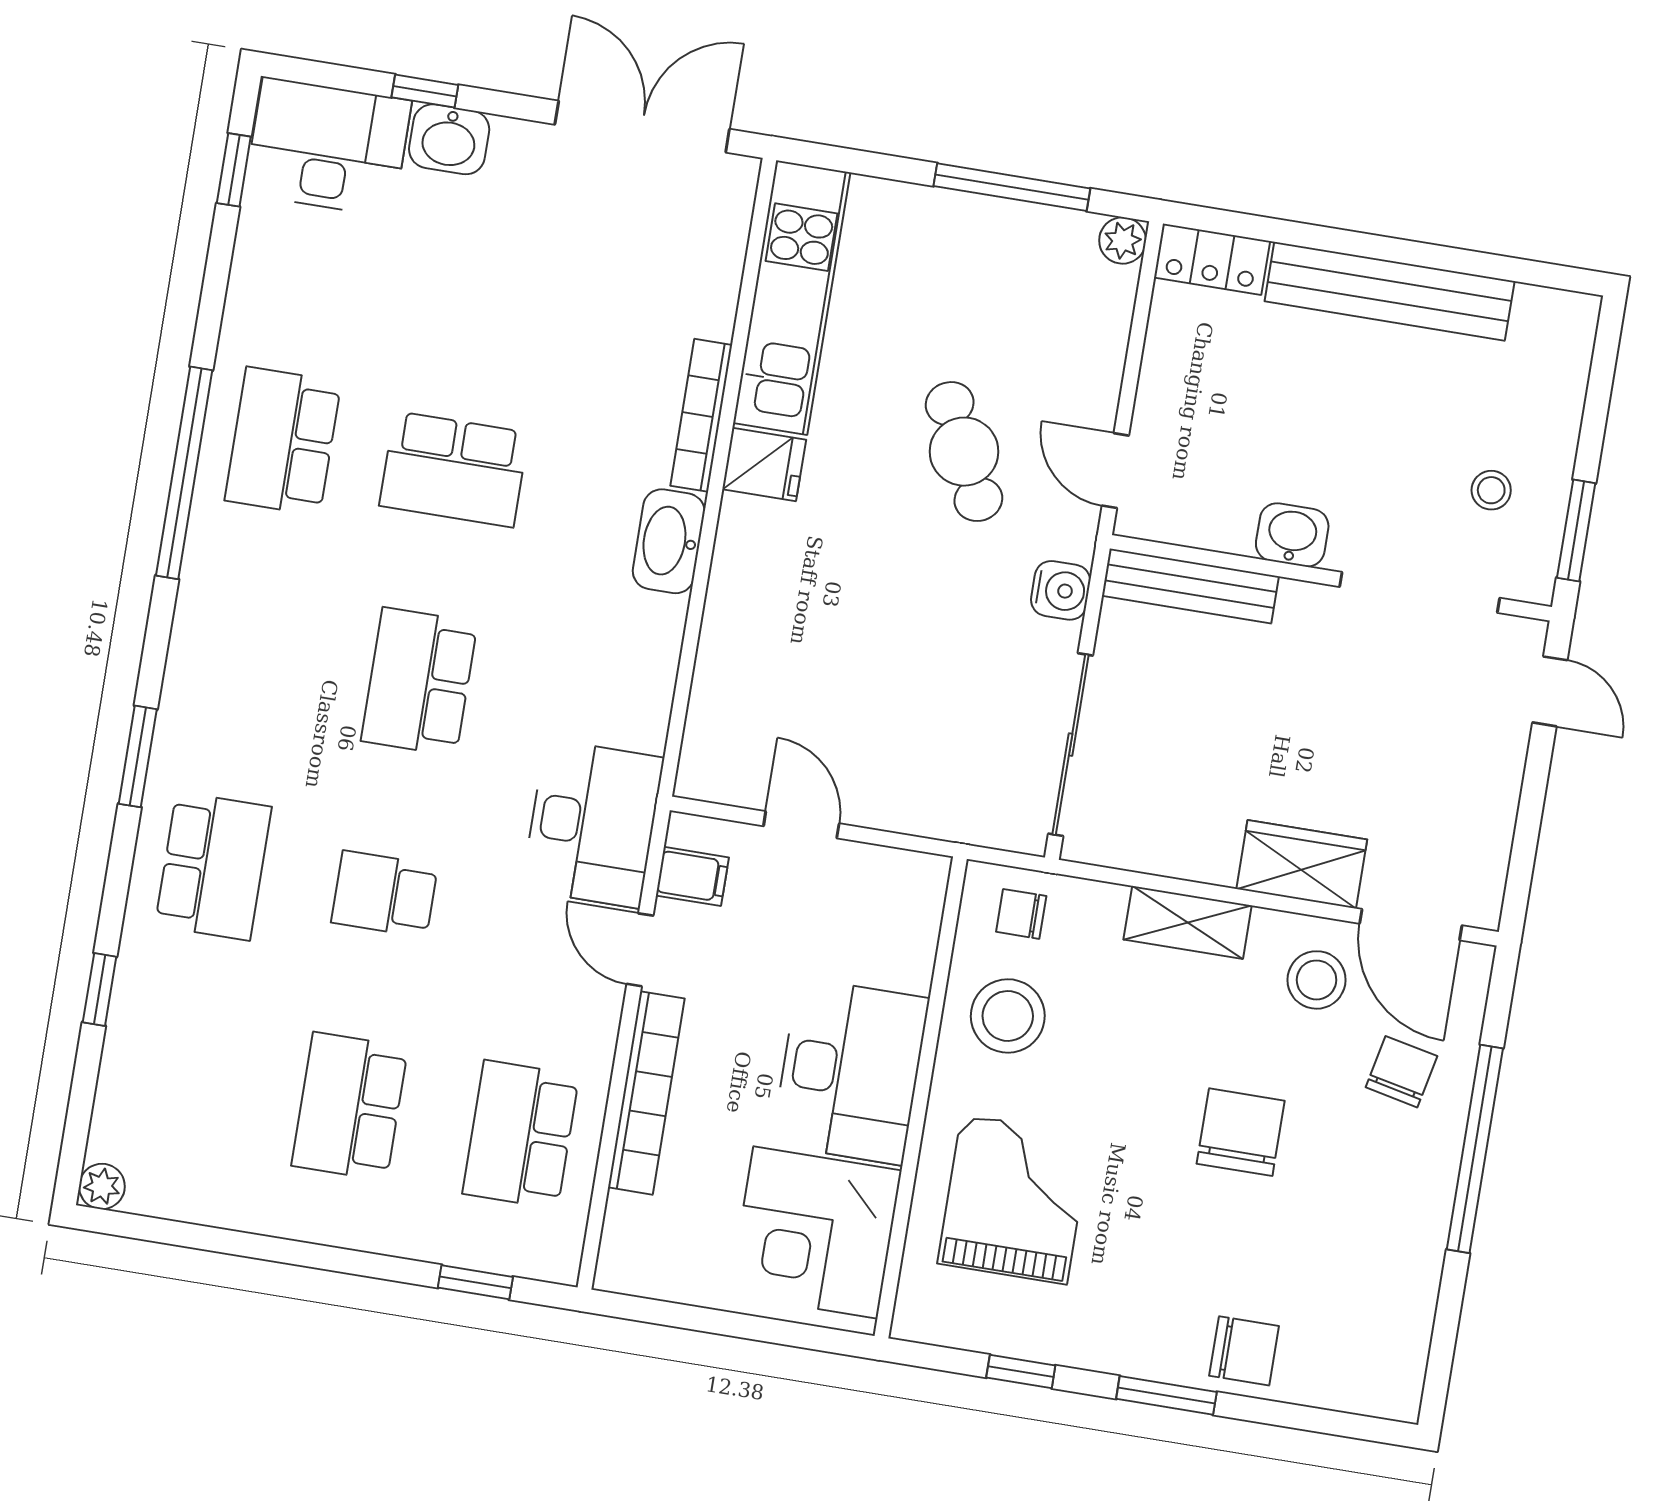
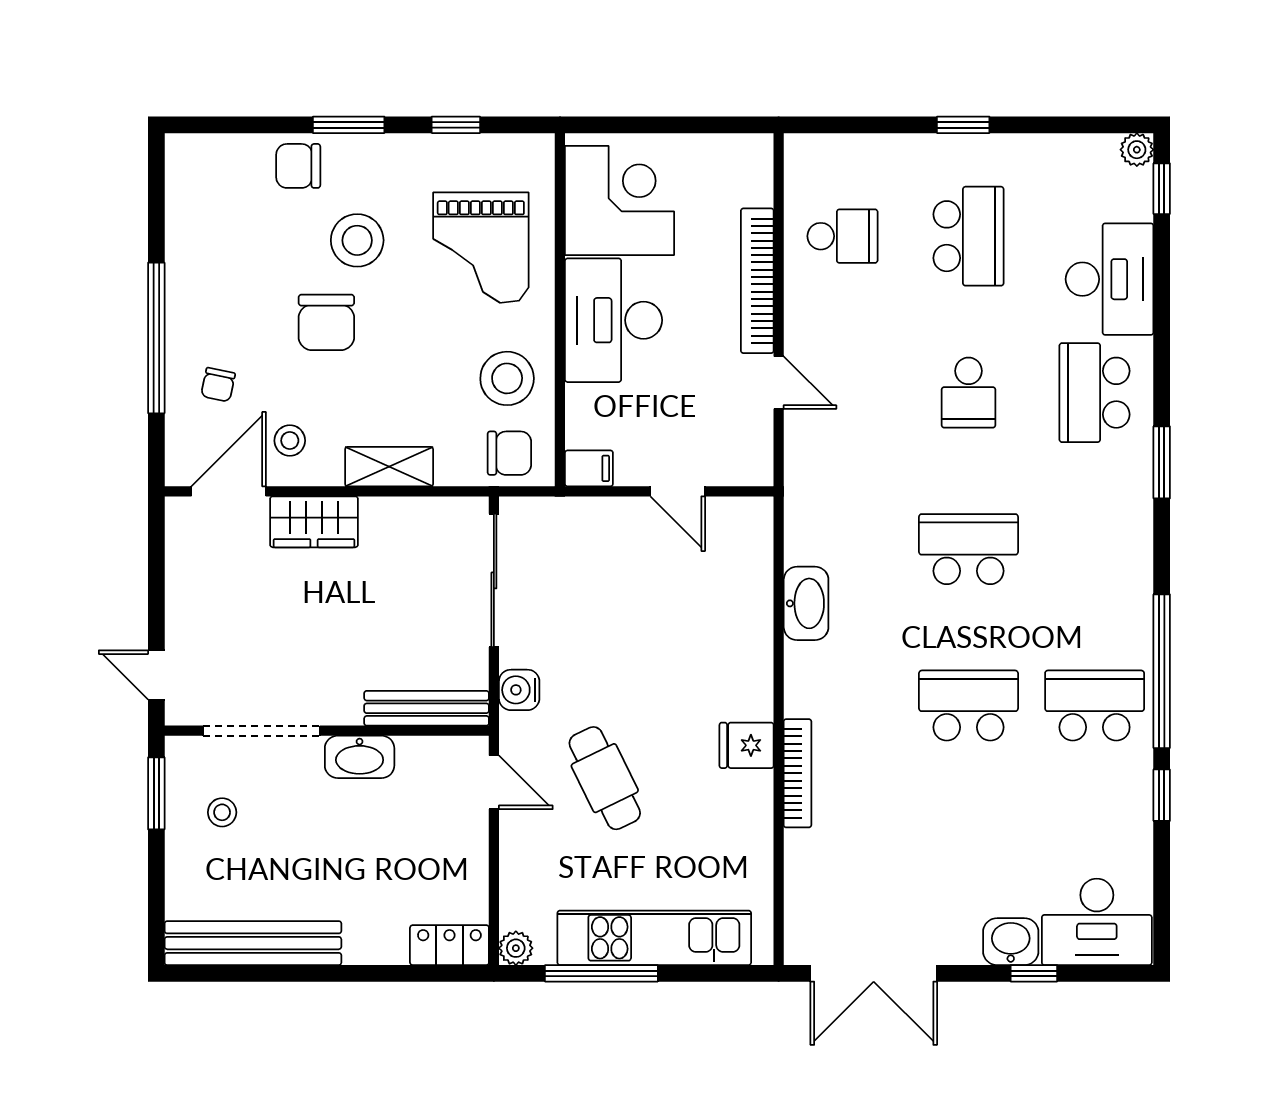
window: (234, 170) -> (1162, 795), moved
bench: (1390, 291) -> (253, 943), moved
kitchen unit: (792, 298) -> (654, 938), moved, turned 90
school desk: (283, 441) -> (1095, 706), turned -90
washbasin: (1292, 535) -> (360, 757), width x1.38
washbasin: (669, 541) -> (806, 603), moved
school desk: (419, 682) -> (969, 549), turned -90
desk: (593, 824) -> (1110, 279), moved, turned 180
filing cabinet: (692, 876) -> (589, 468), moved, turned 180
school desk: (384, 894) -> (969, 393), turned 90
chair: (1021, 914) -> (509, 453), width x1.37, depth x1.37
door: (1411, 925) -> (229, 491), hinge flipped
stool: (1317, 980) -> (290, 441), width x0.73, depth x0.73
window: (100, 989) -> (1162, 189), moved
chair: (1401, 1072) -> (218, 385), width x0.73, depth x0.73
school desk: (521, 1134) -> (842, 236), width x0.54
stool: (1181, 1237) -> (357, 240), added
window: (475, 1282) -> (963, 125), moved

